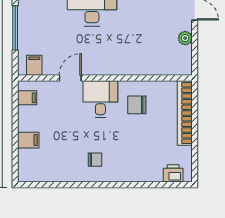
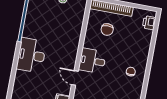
chair: (137, 105) -> (107, 30), moved

